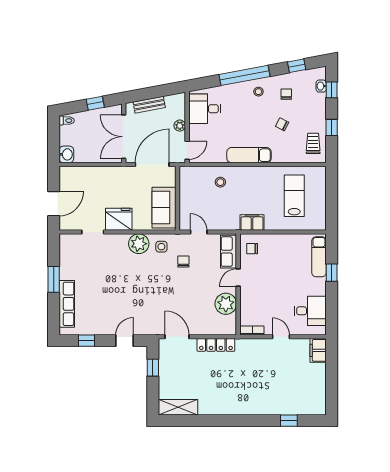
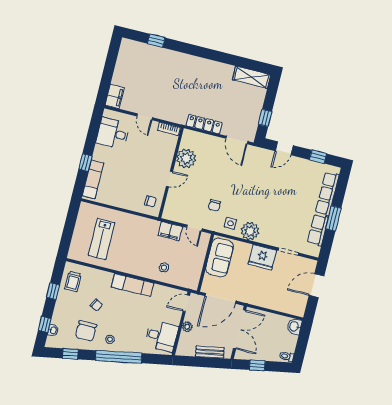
chair: (286, 94) -> (86, 331), width x1.87, depth x1.87
filing cabinet: (252, 222) -> (170, 231), moved
row of seats: (229, 252) -> (318, 230), moved, turned 180

